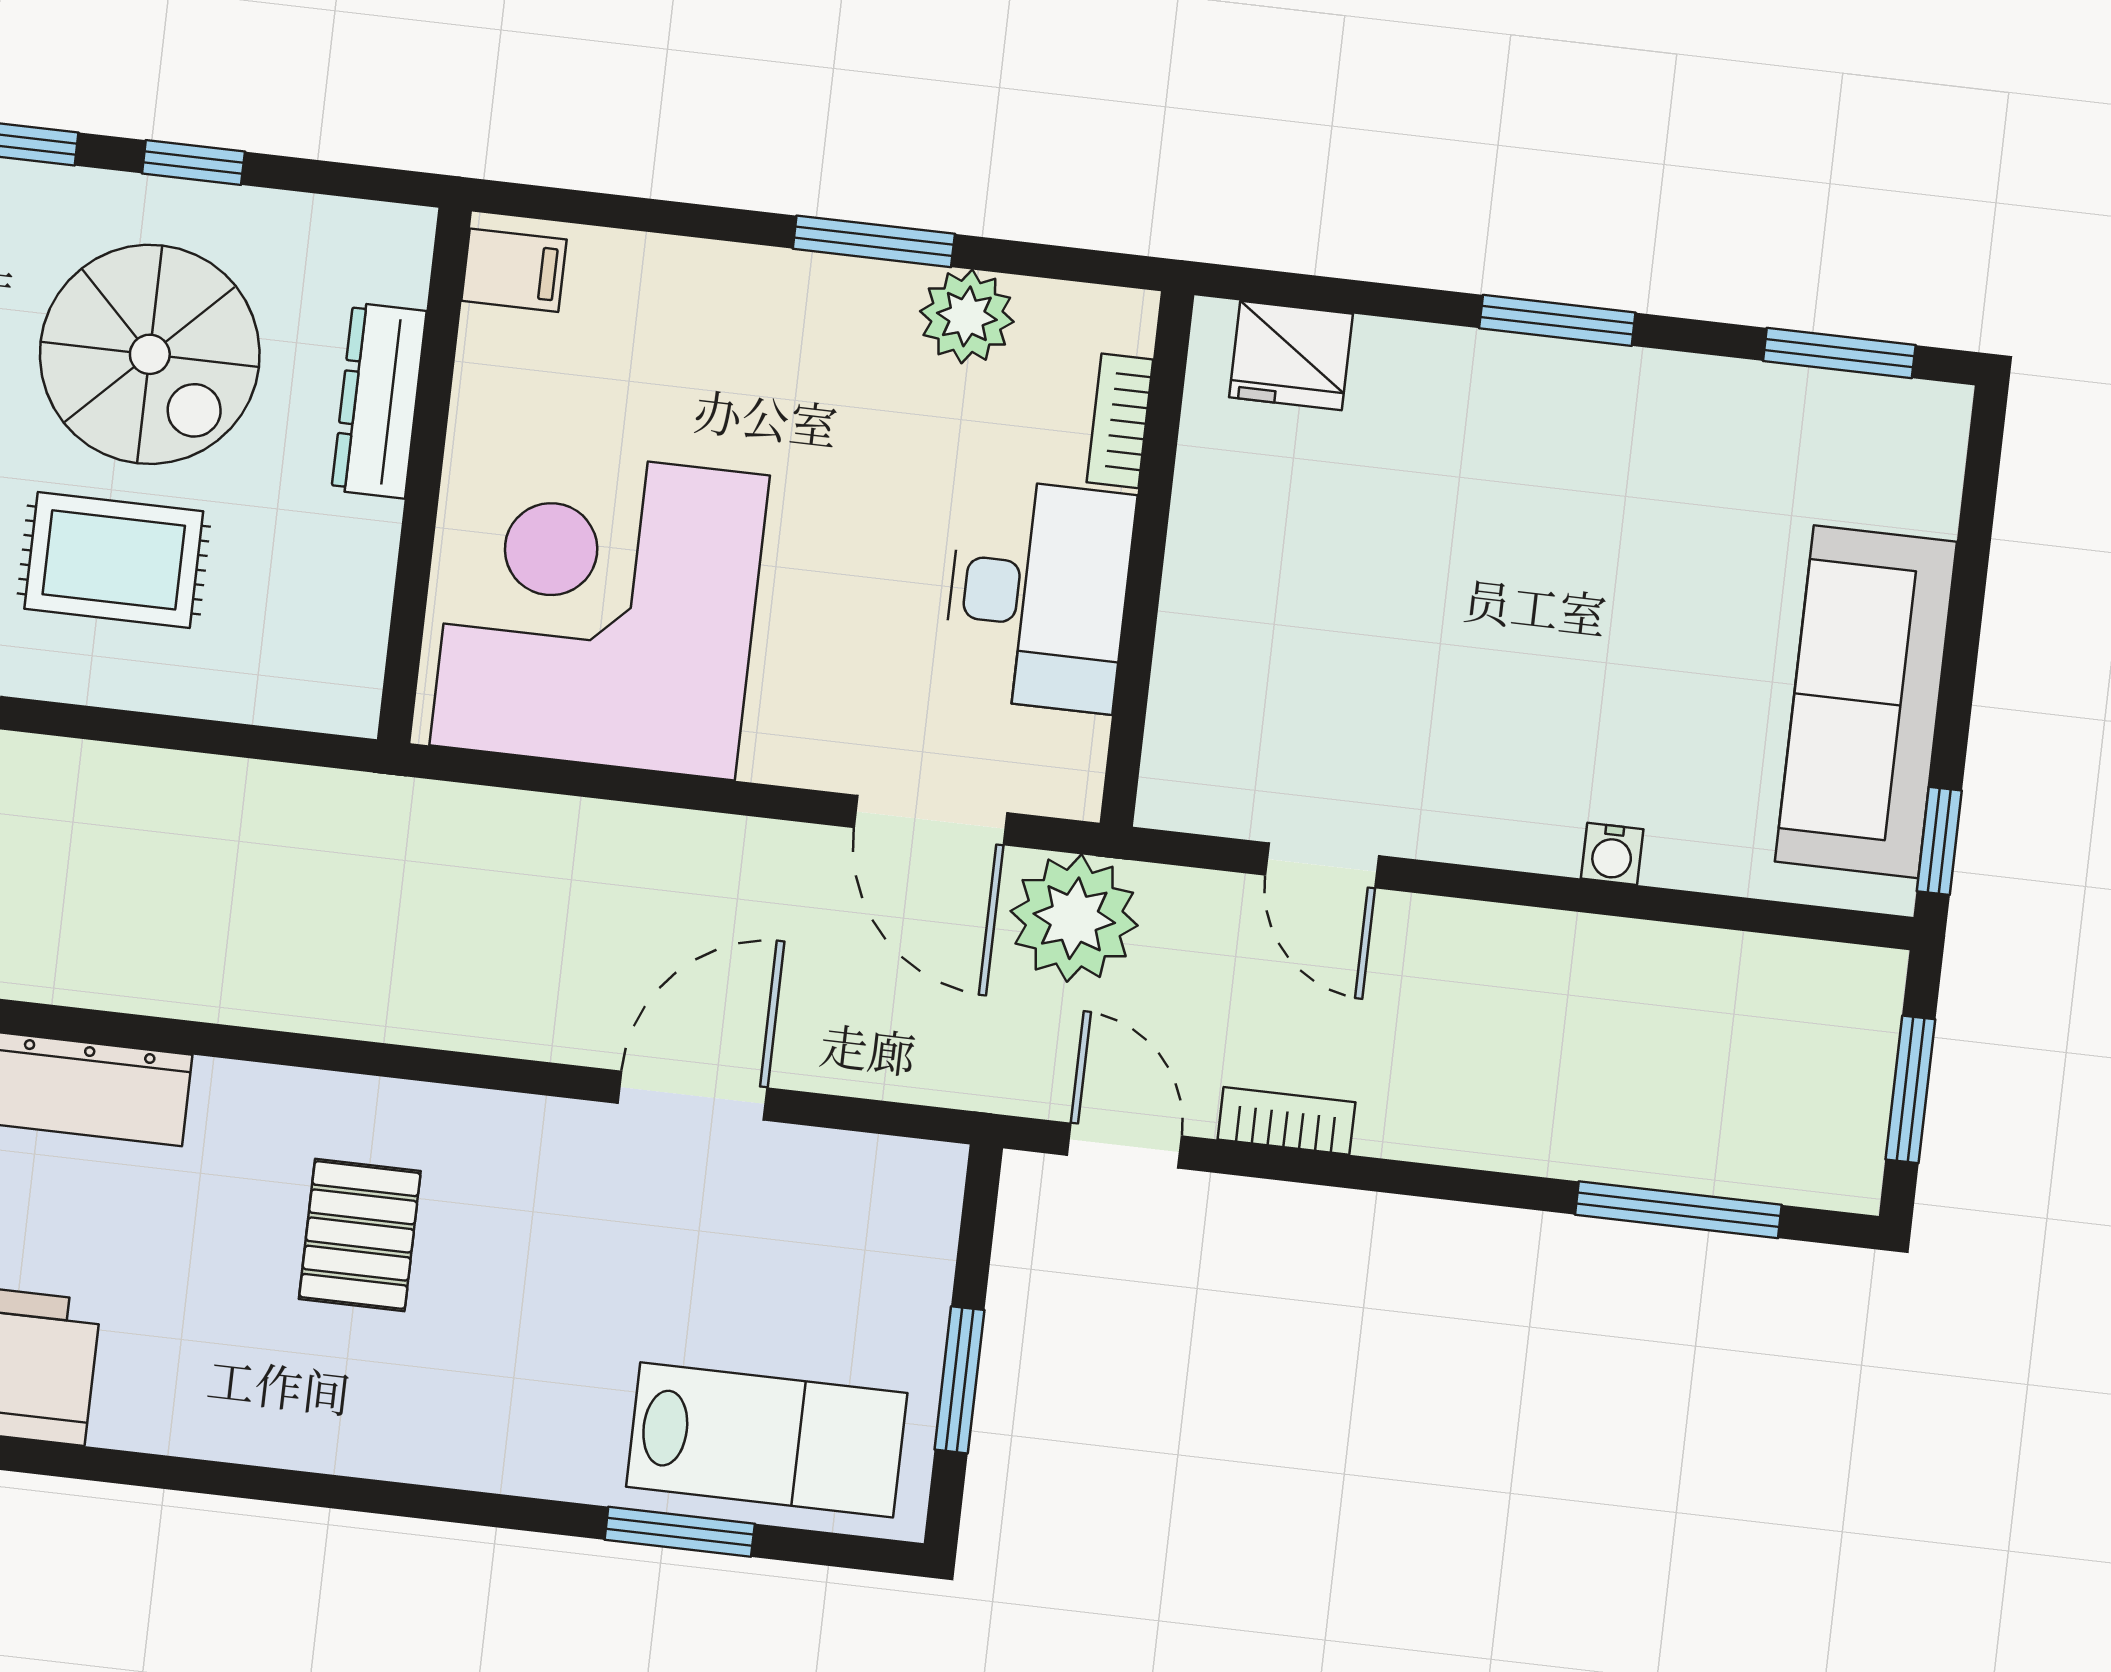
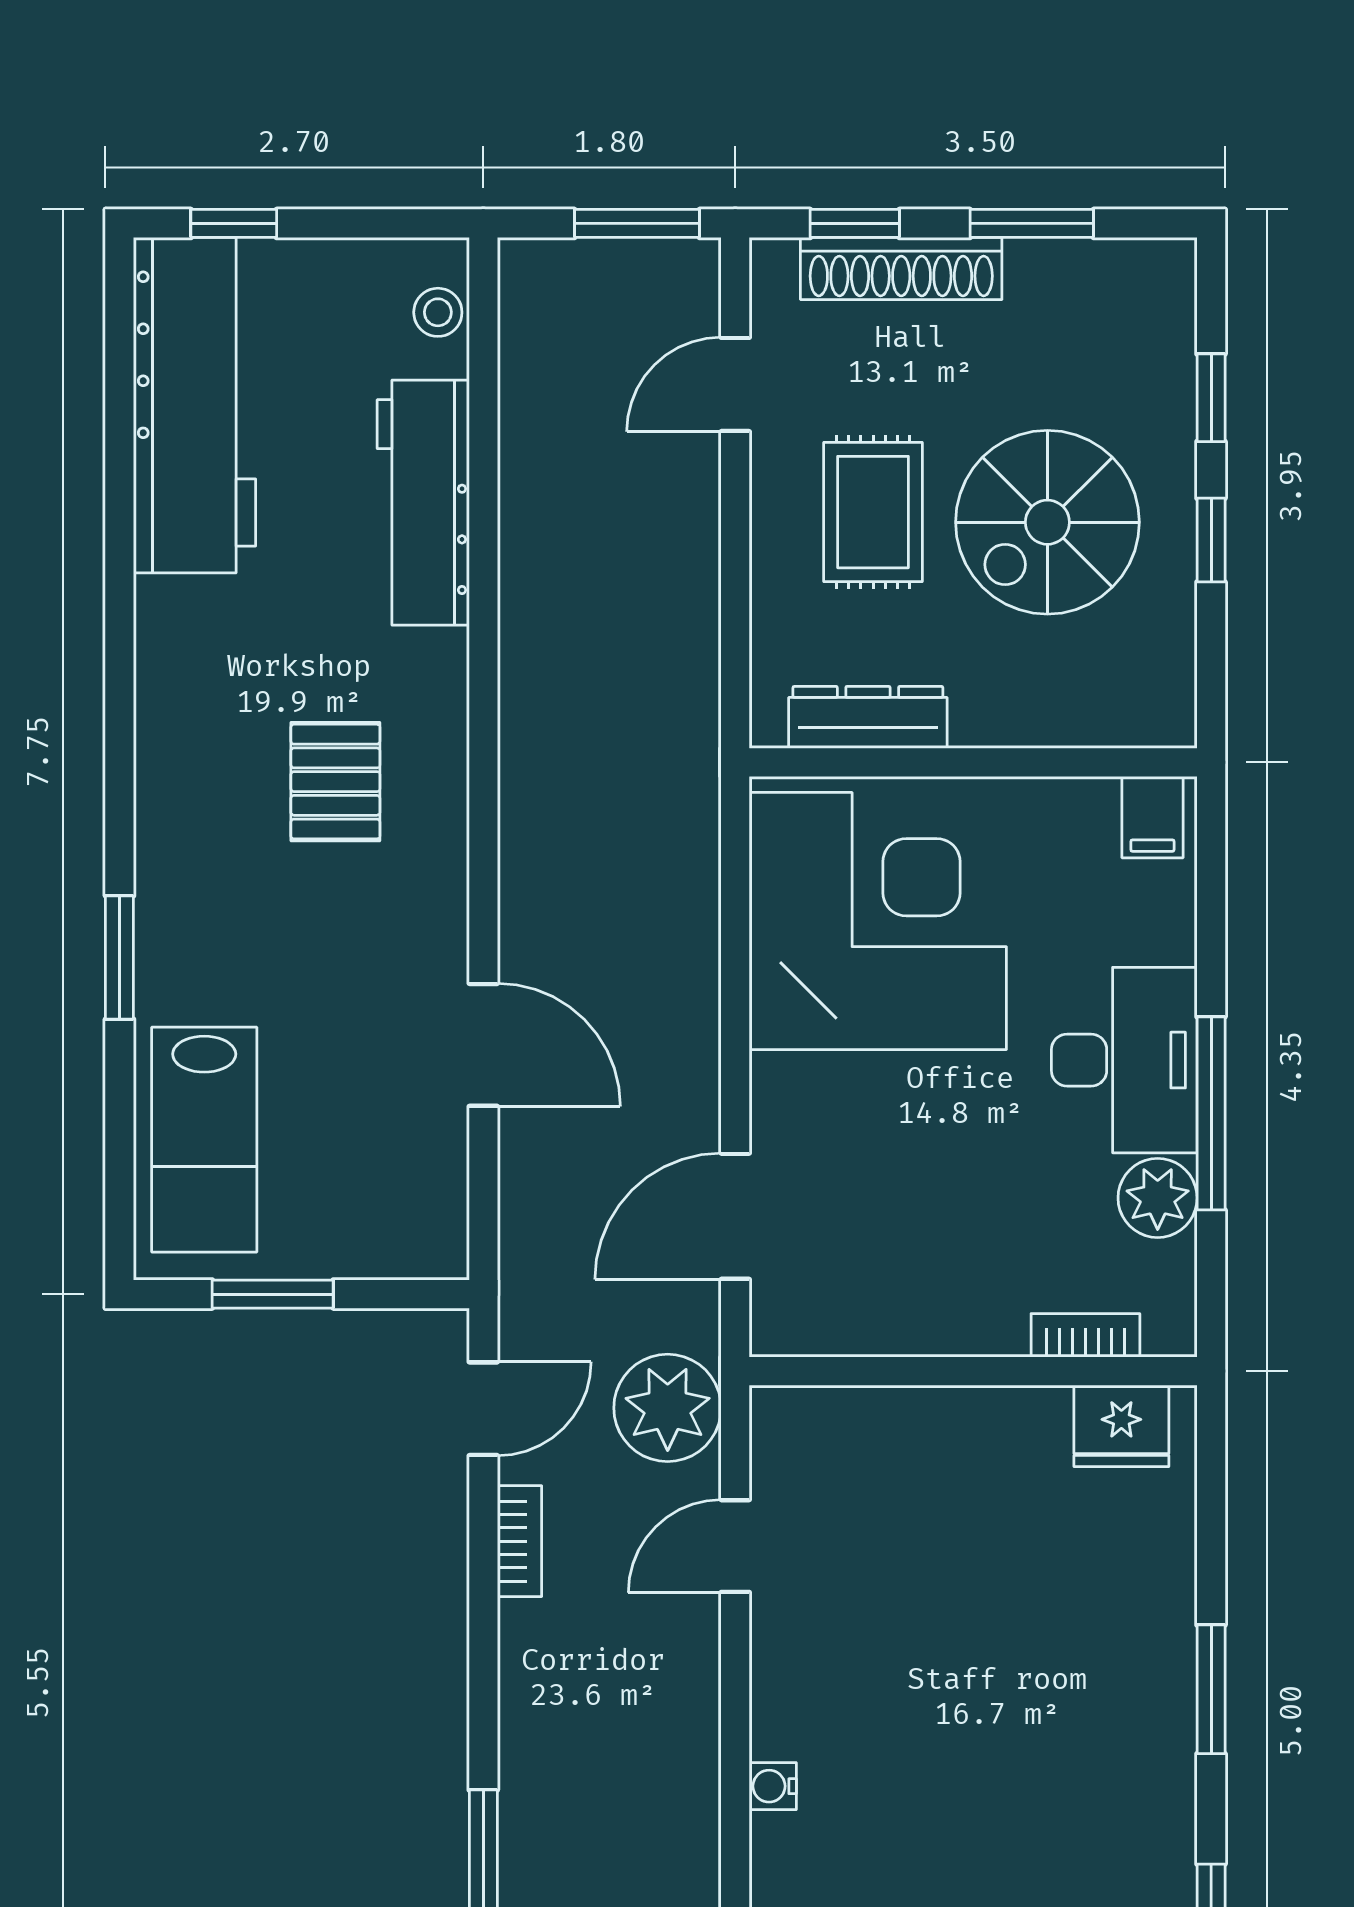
window: (874, 241) -> (1211, 1113), width x1.44
fridge: (1291, 355) -> (1121, 1426), moved, turned -90
dresser: (379, 401) -> (868, 717), moved
desk: (1038, 595) -> (1124, 1060), moved, turned -90
plant: (1074, 918) -> (668, 1408), moved
pallet: (360, 1235) -> (335, 782), turned 90
window: (680, 1532) -> (119, 958), moved

